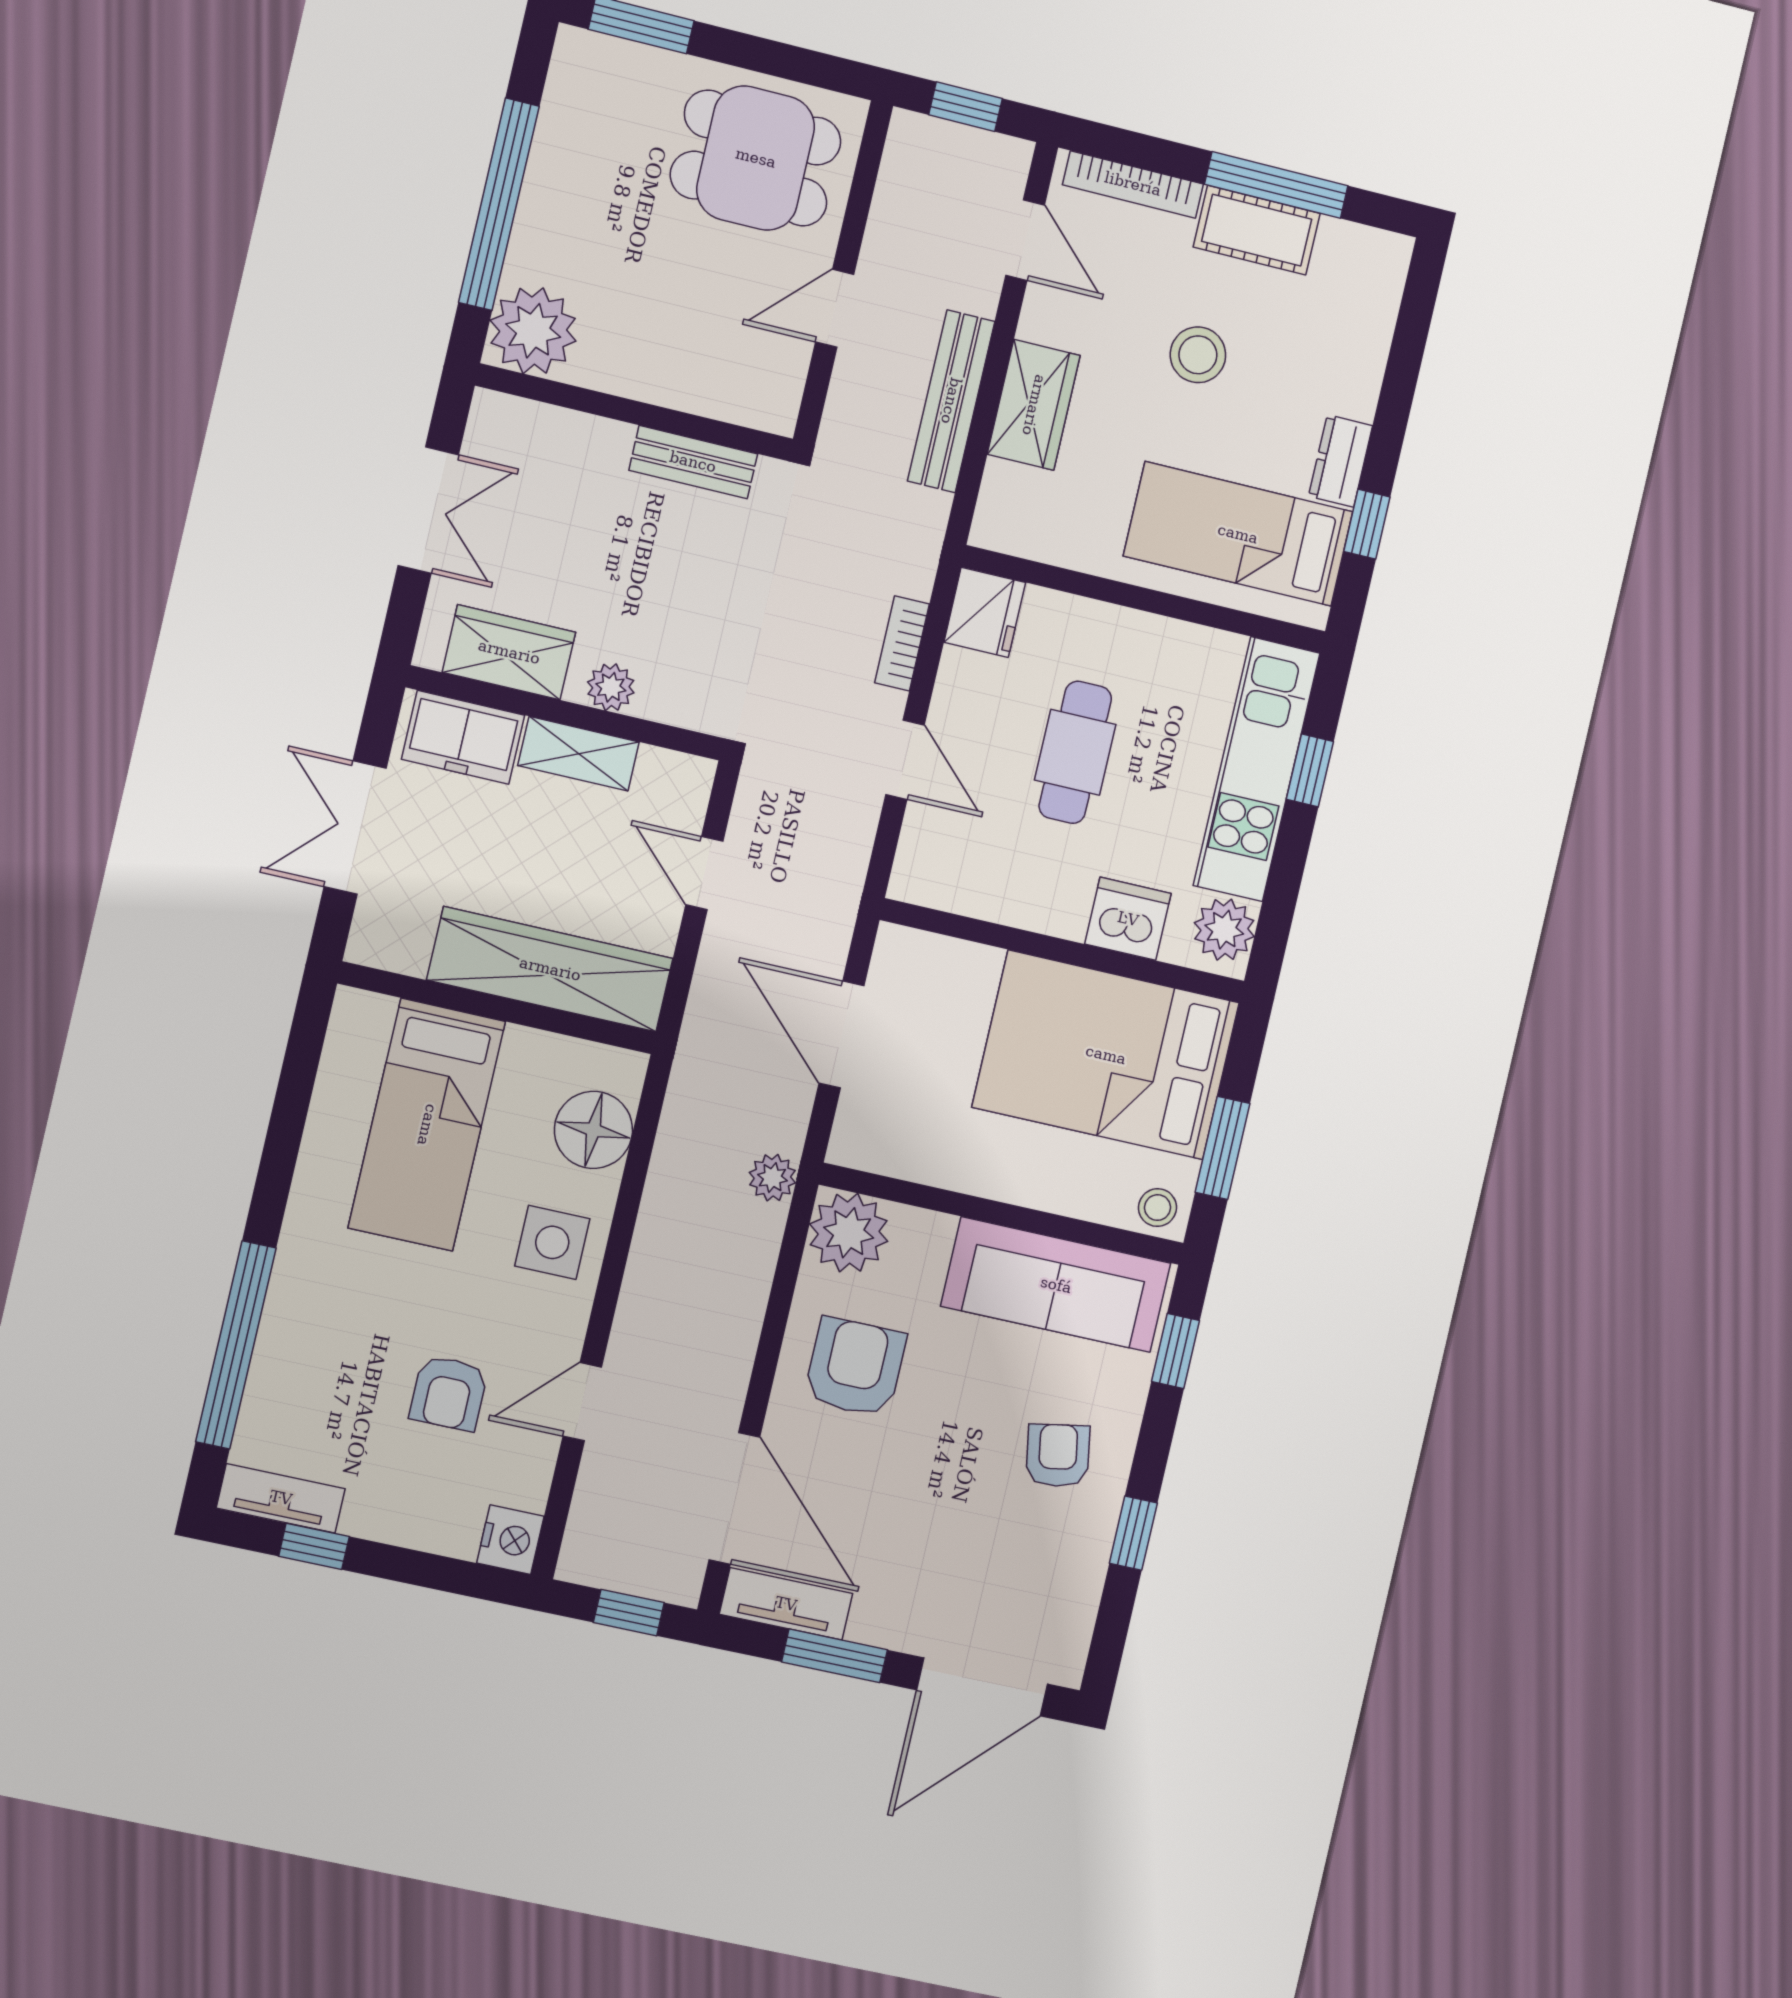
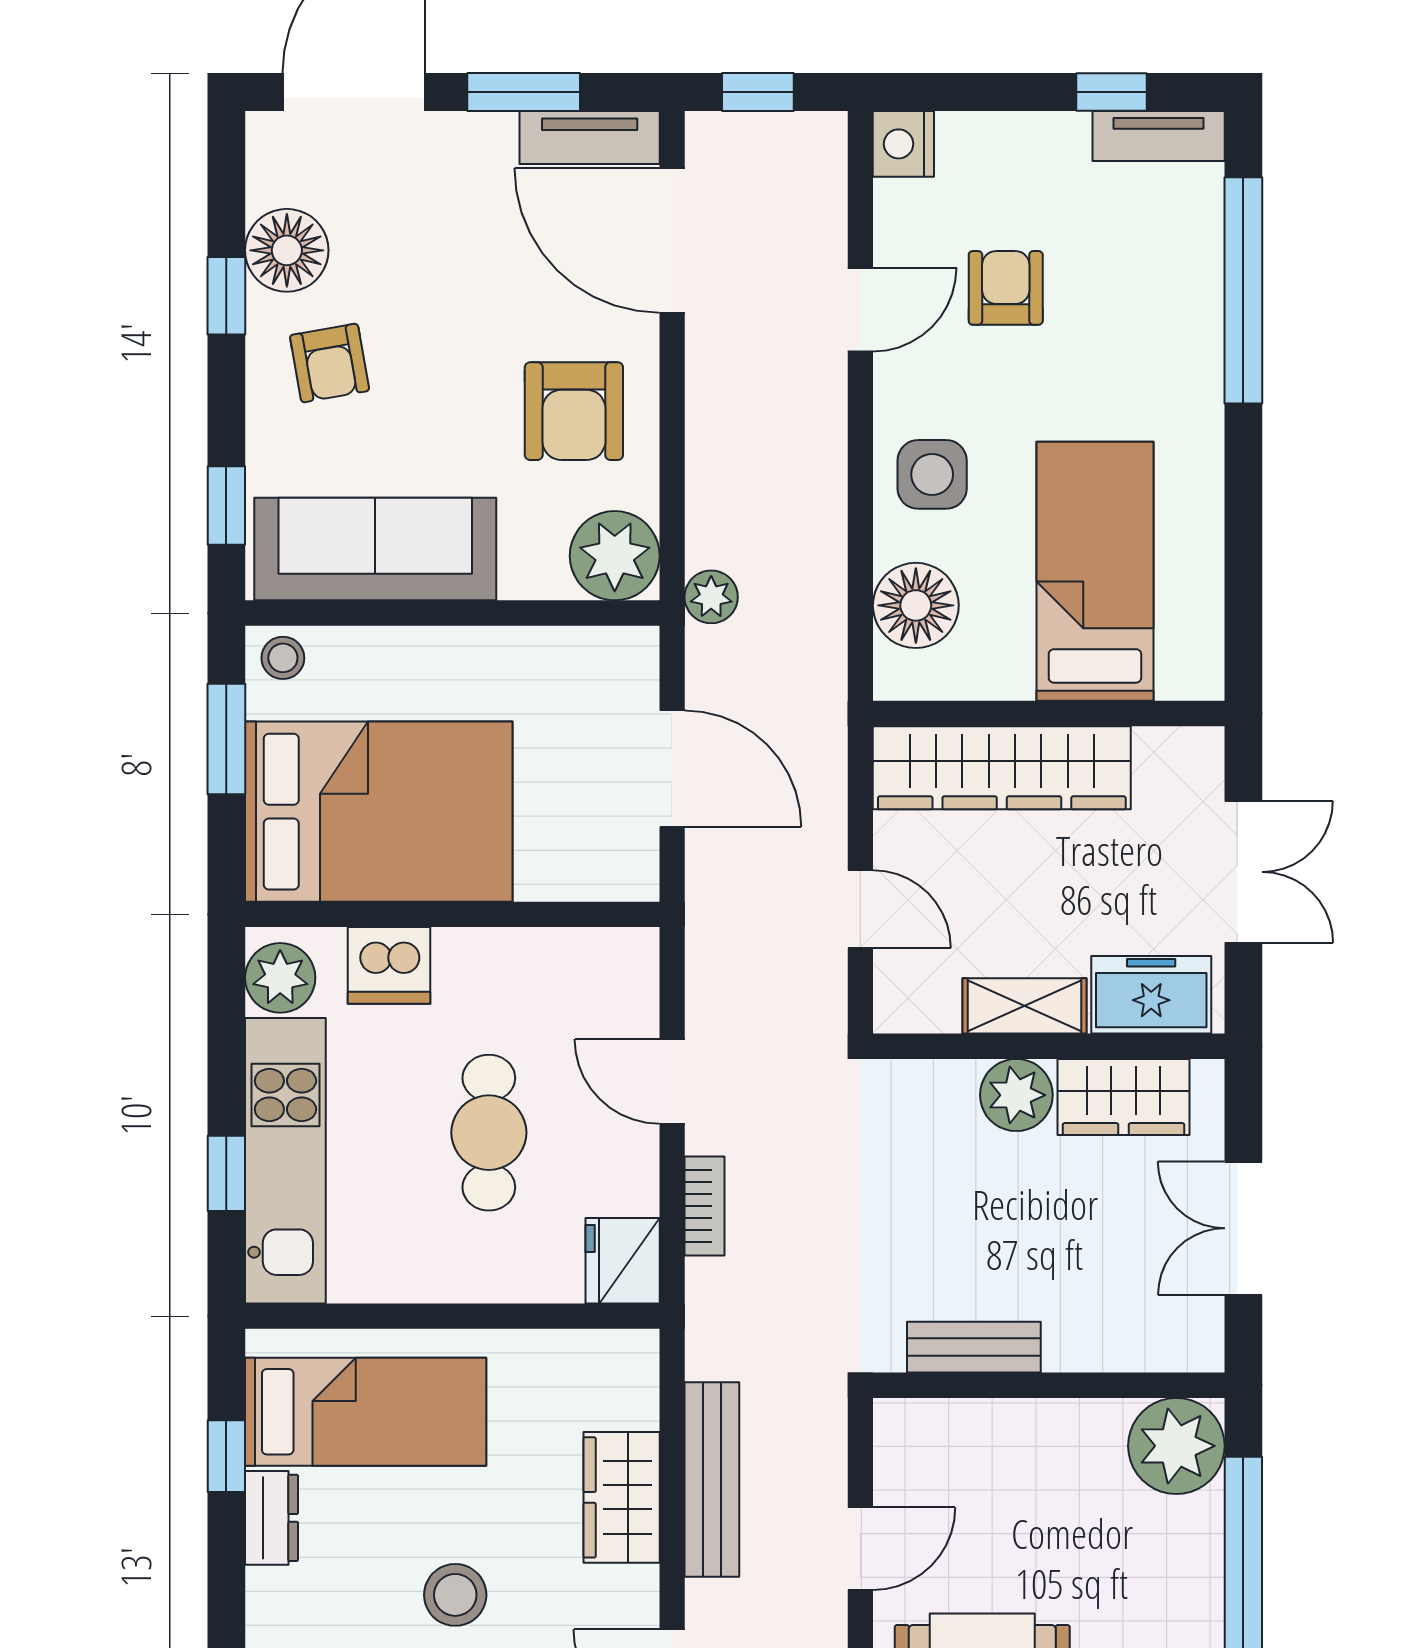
plant: (611, 687) -> (1016, 1095), width x1.38, depth x1.38
floor lamp: (1072, 1561) -> (287, 250), added

